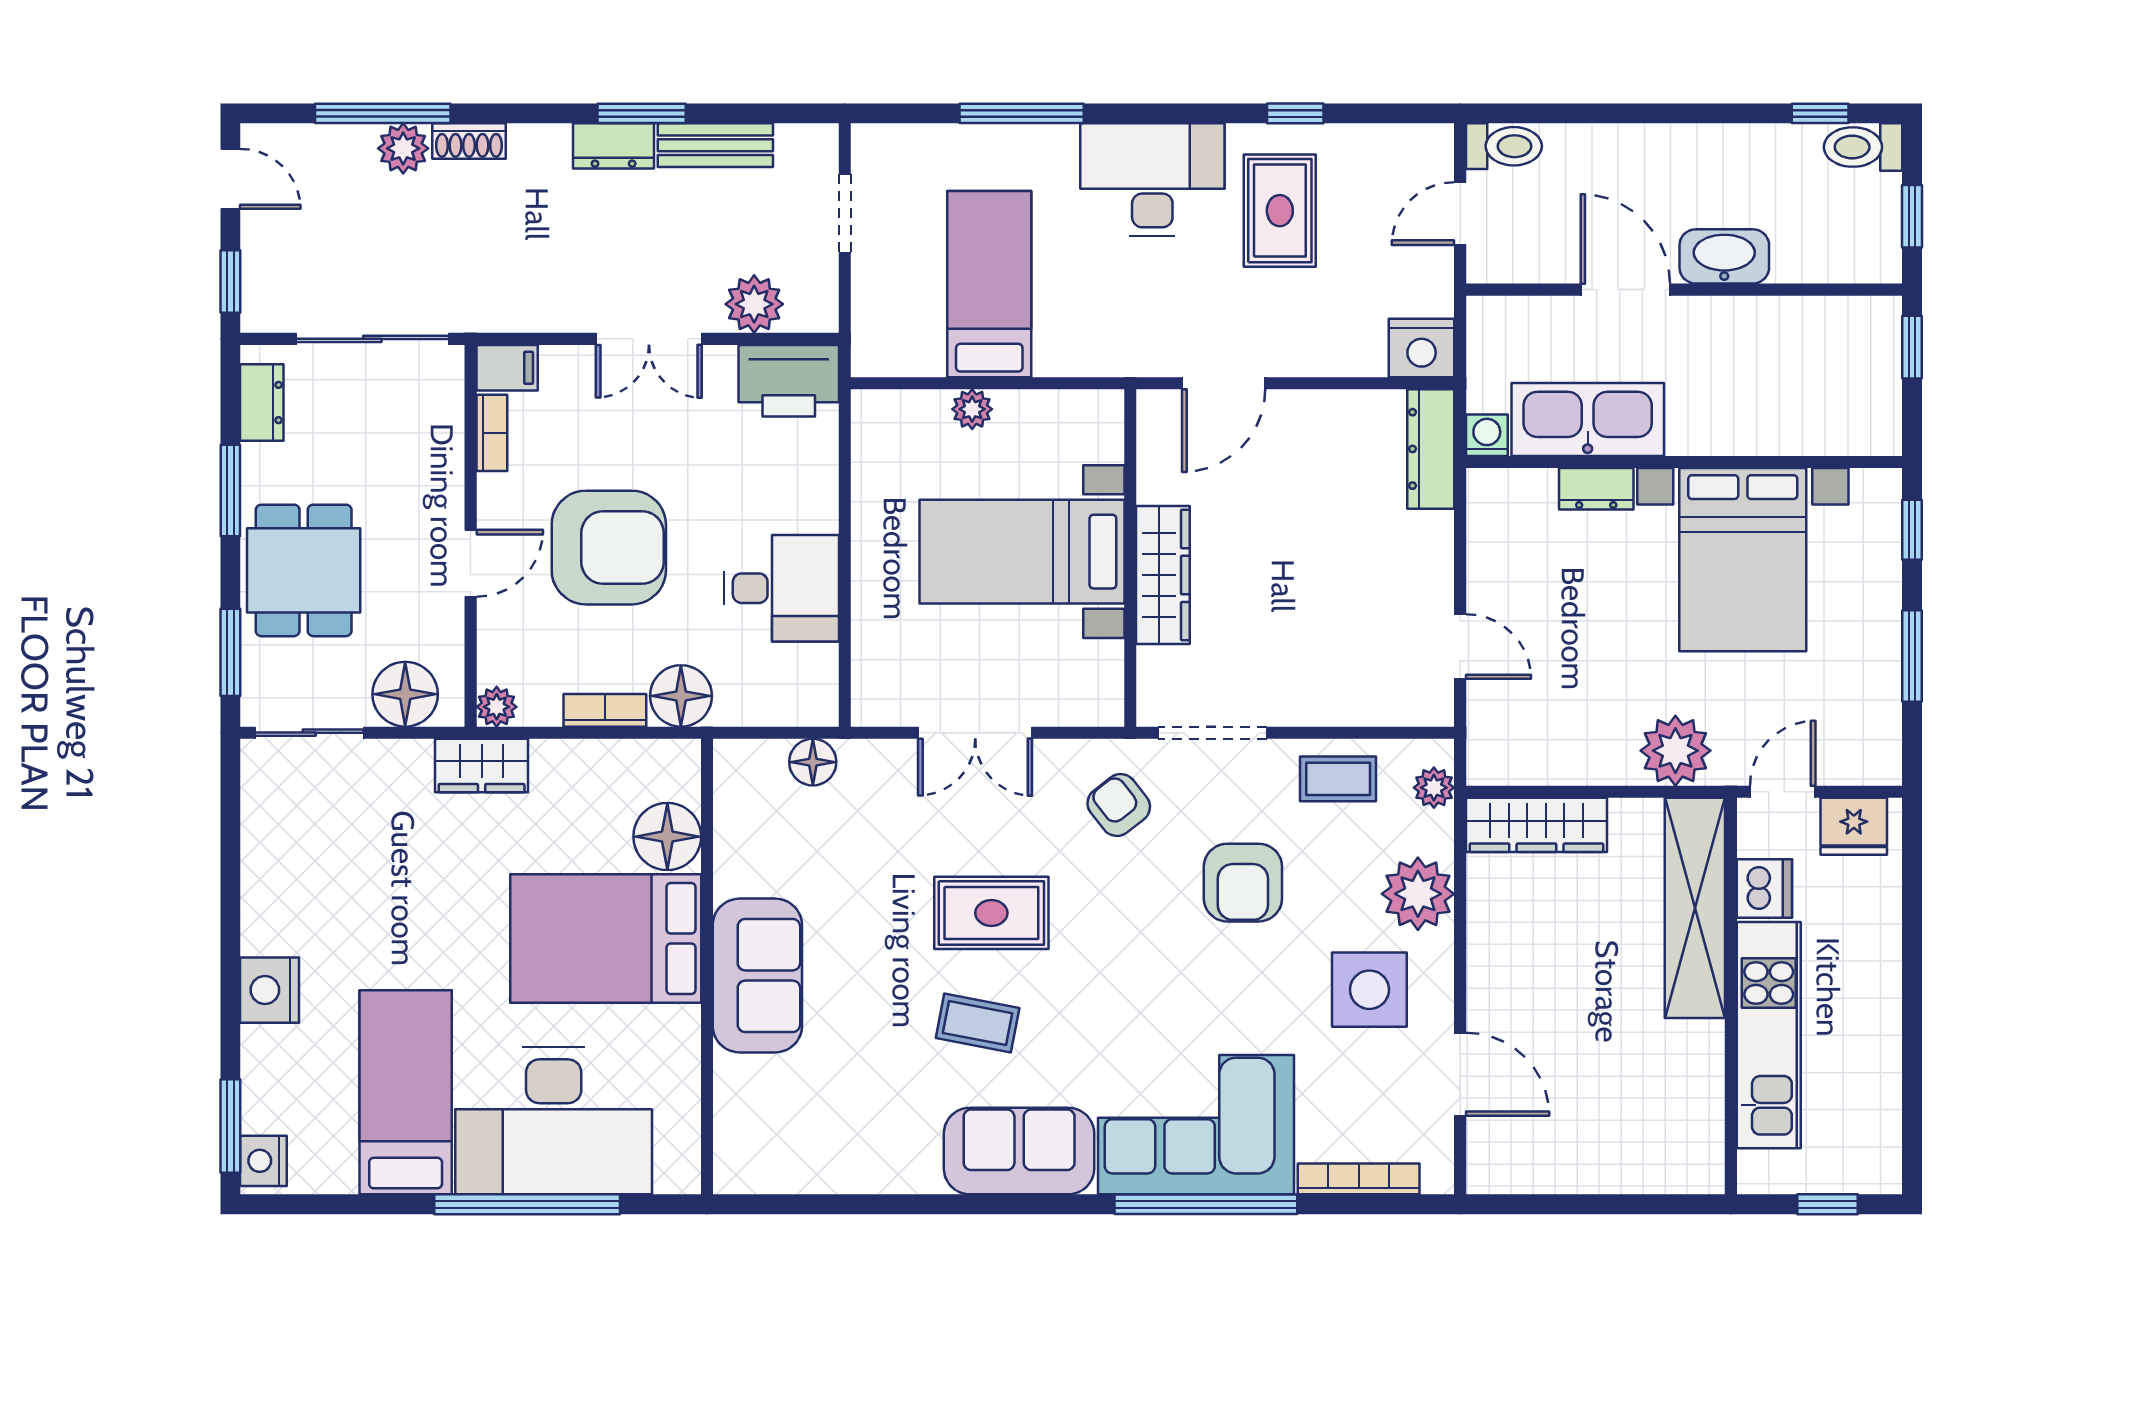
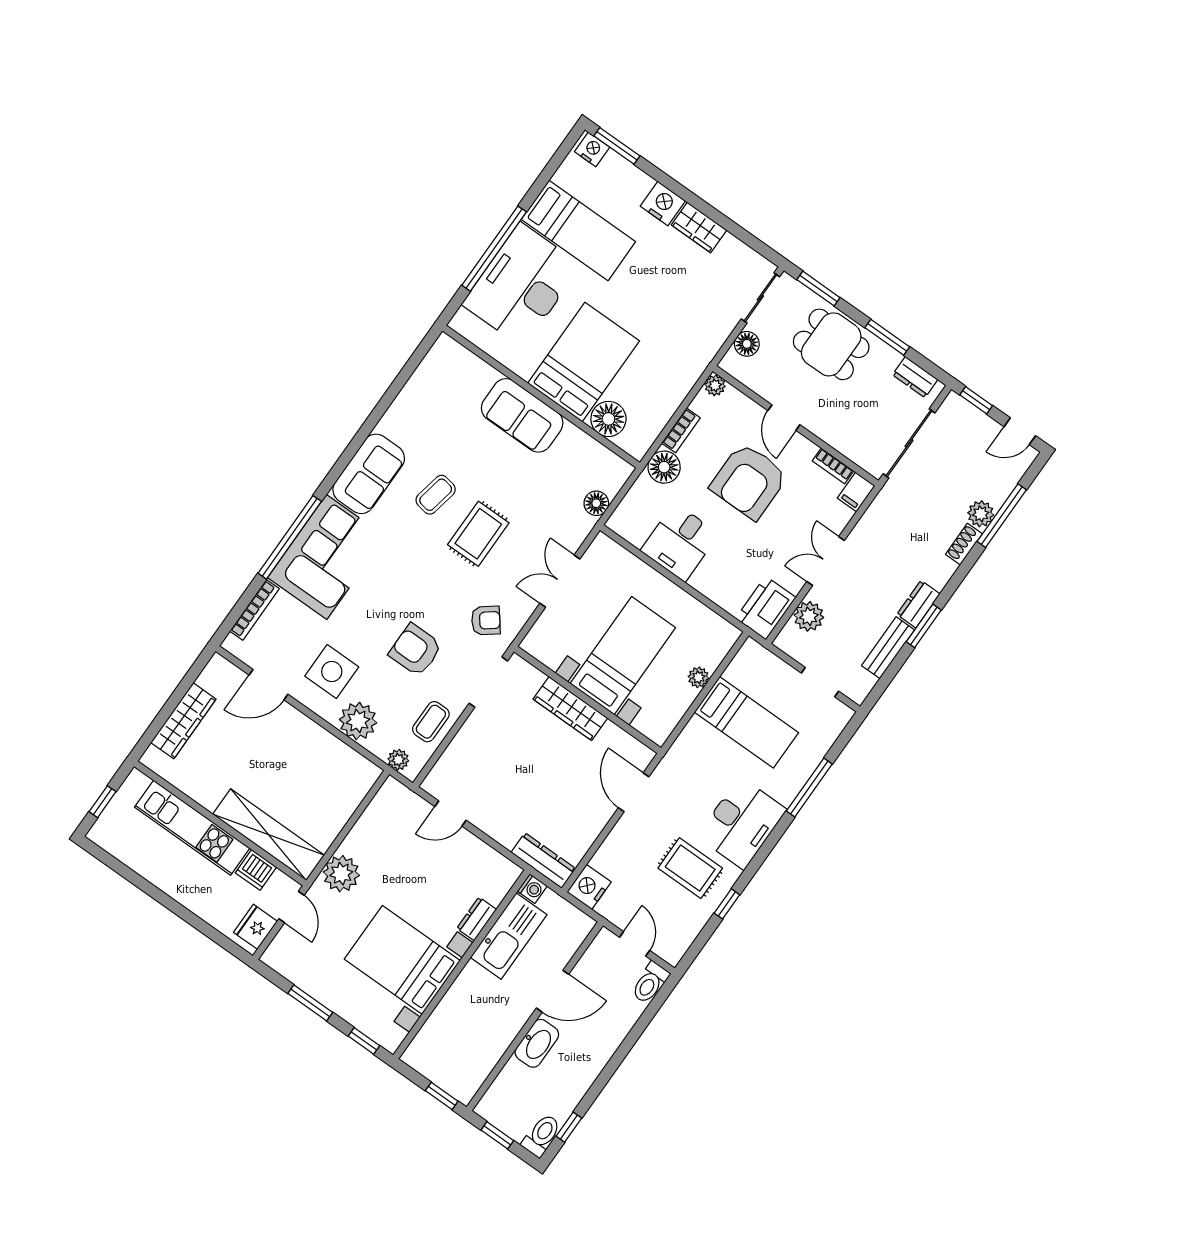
floor lamp: (405, 694) -> (747, 344), width x0.73, depth x0.73
wardrobe: (482, 766) -> (699, 227), moved, turned -90
wardrobe: (1536, 825) -> (183, 721), moved, turned 180

